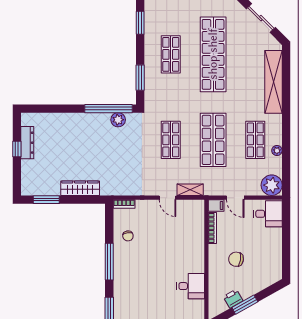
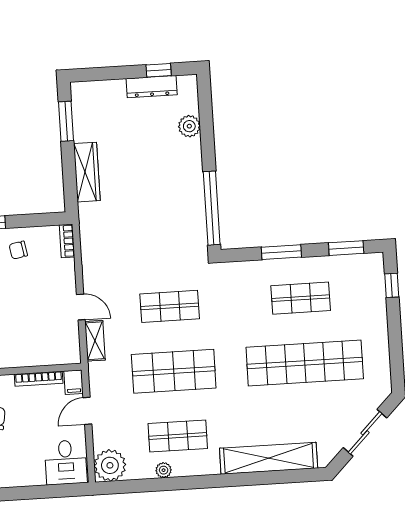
window: (140, 78) -> (281, 252), moved
plant: (118, 120) -> (189, 126), moved
window: (17, 149) -> (159, 70), moved
door: (168, 198) -> (81, 307), swing flipped

